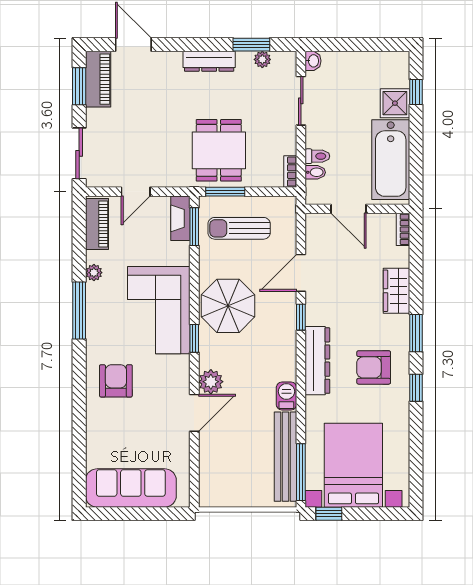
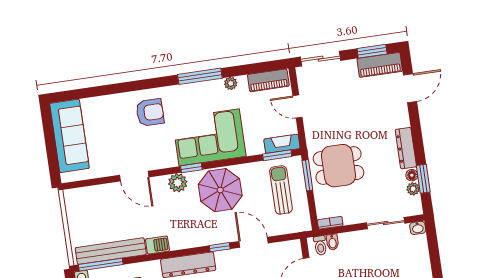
floor lamp: (245, 59) -> (412, 175), added
toilet: (317, 156) -> (320, 245), moved
plant: (211, 382) -> (178, 183), moved

